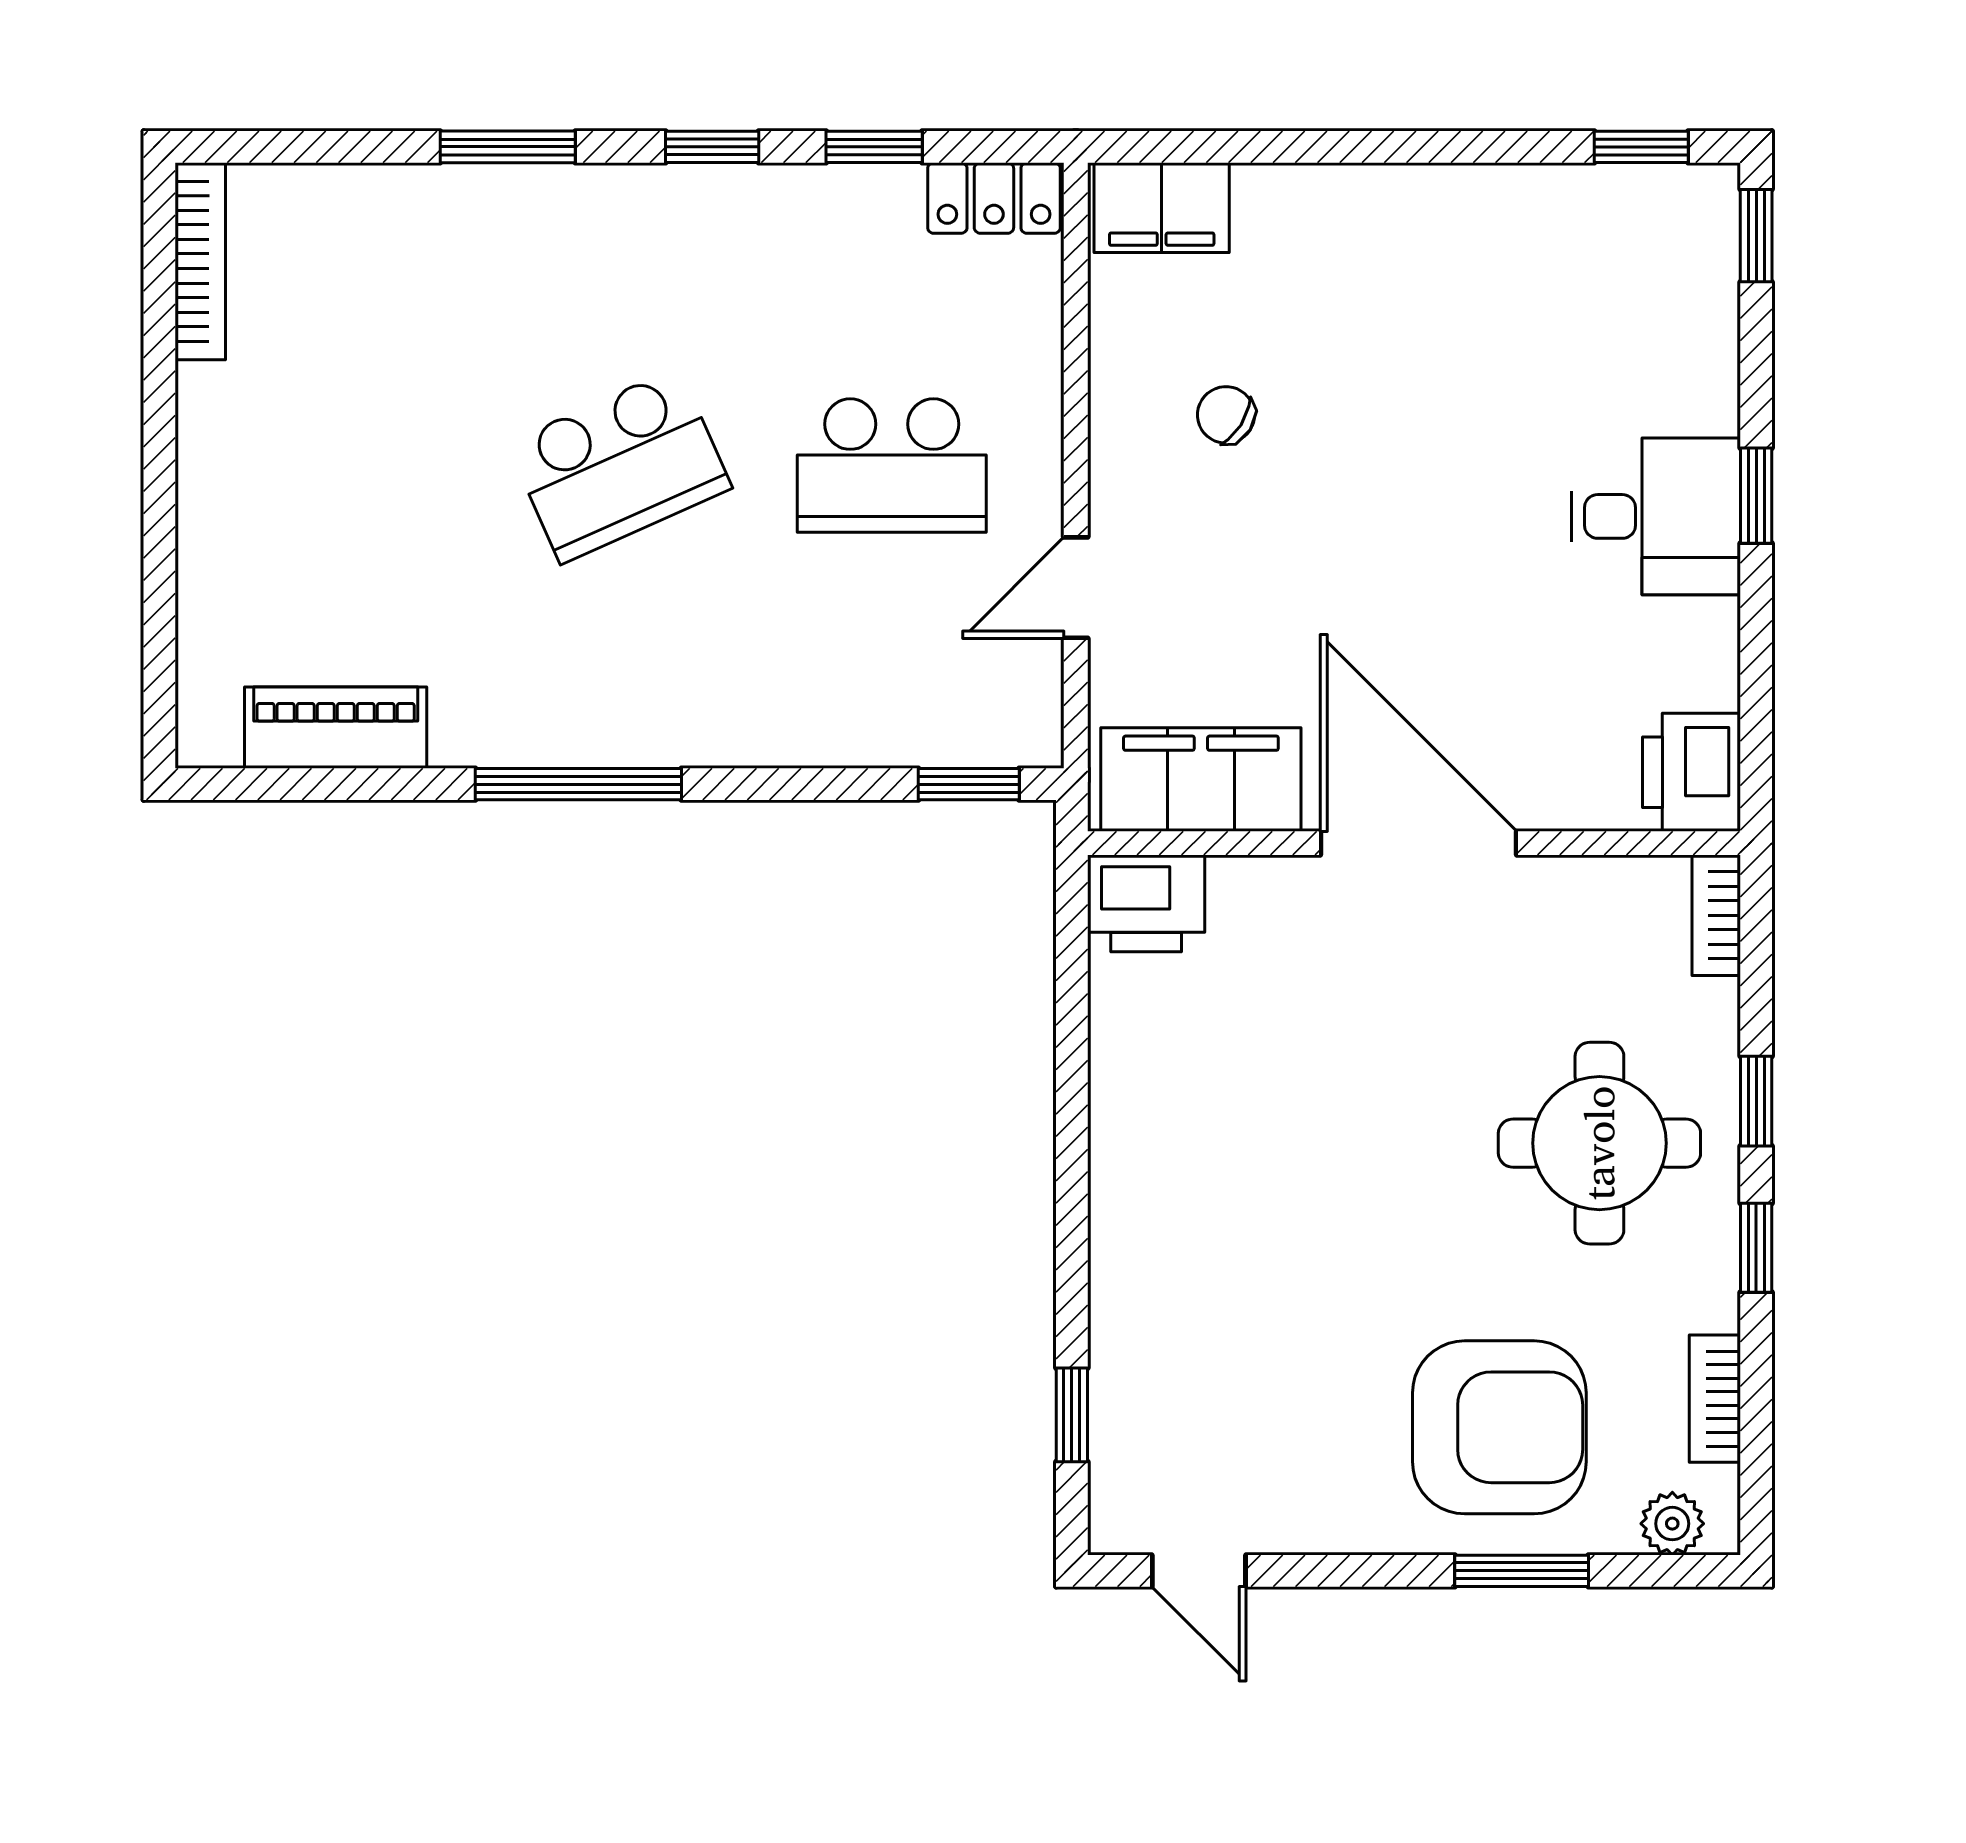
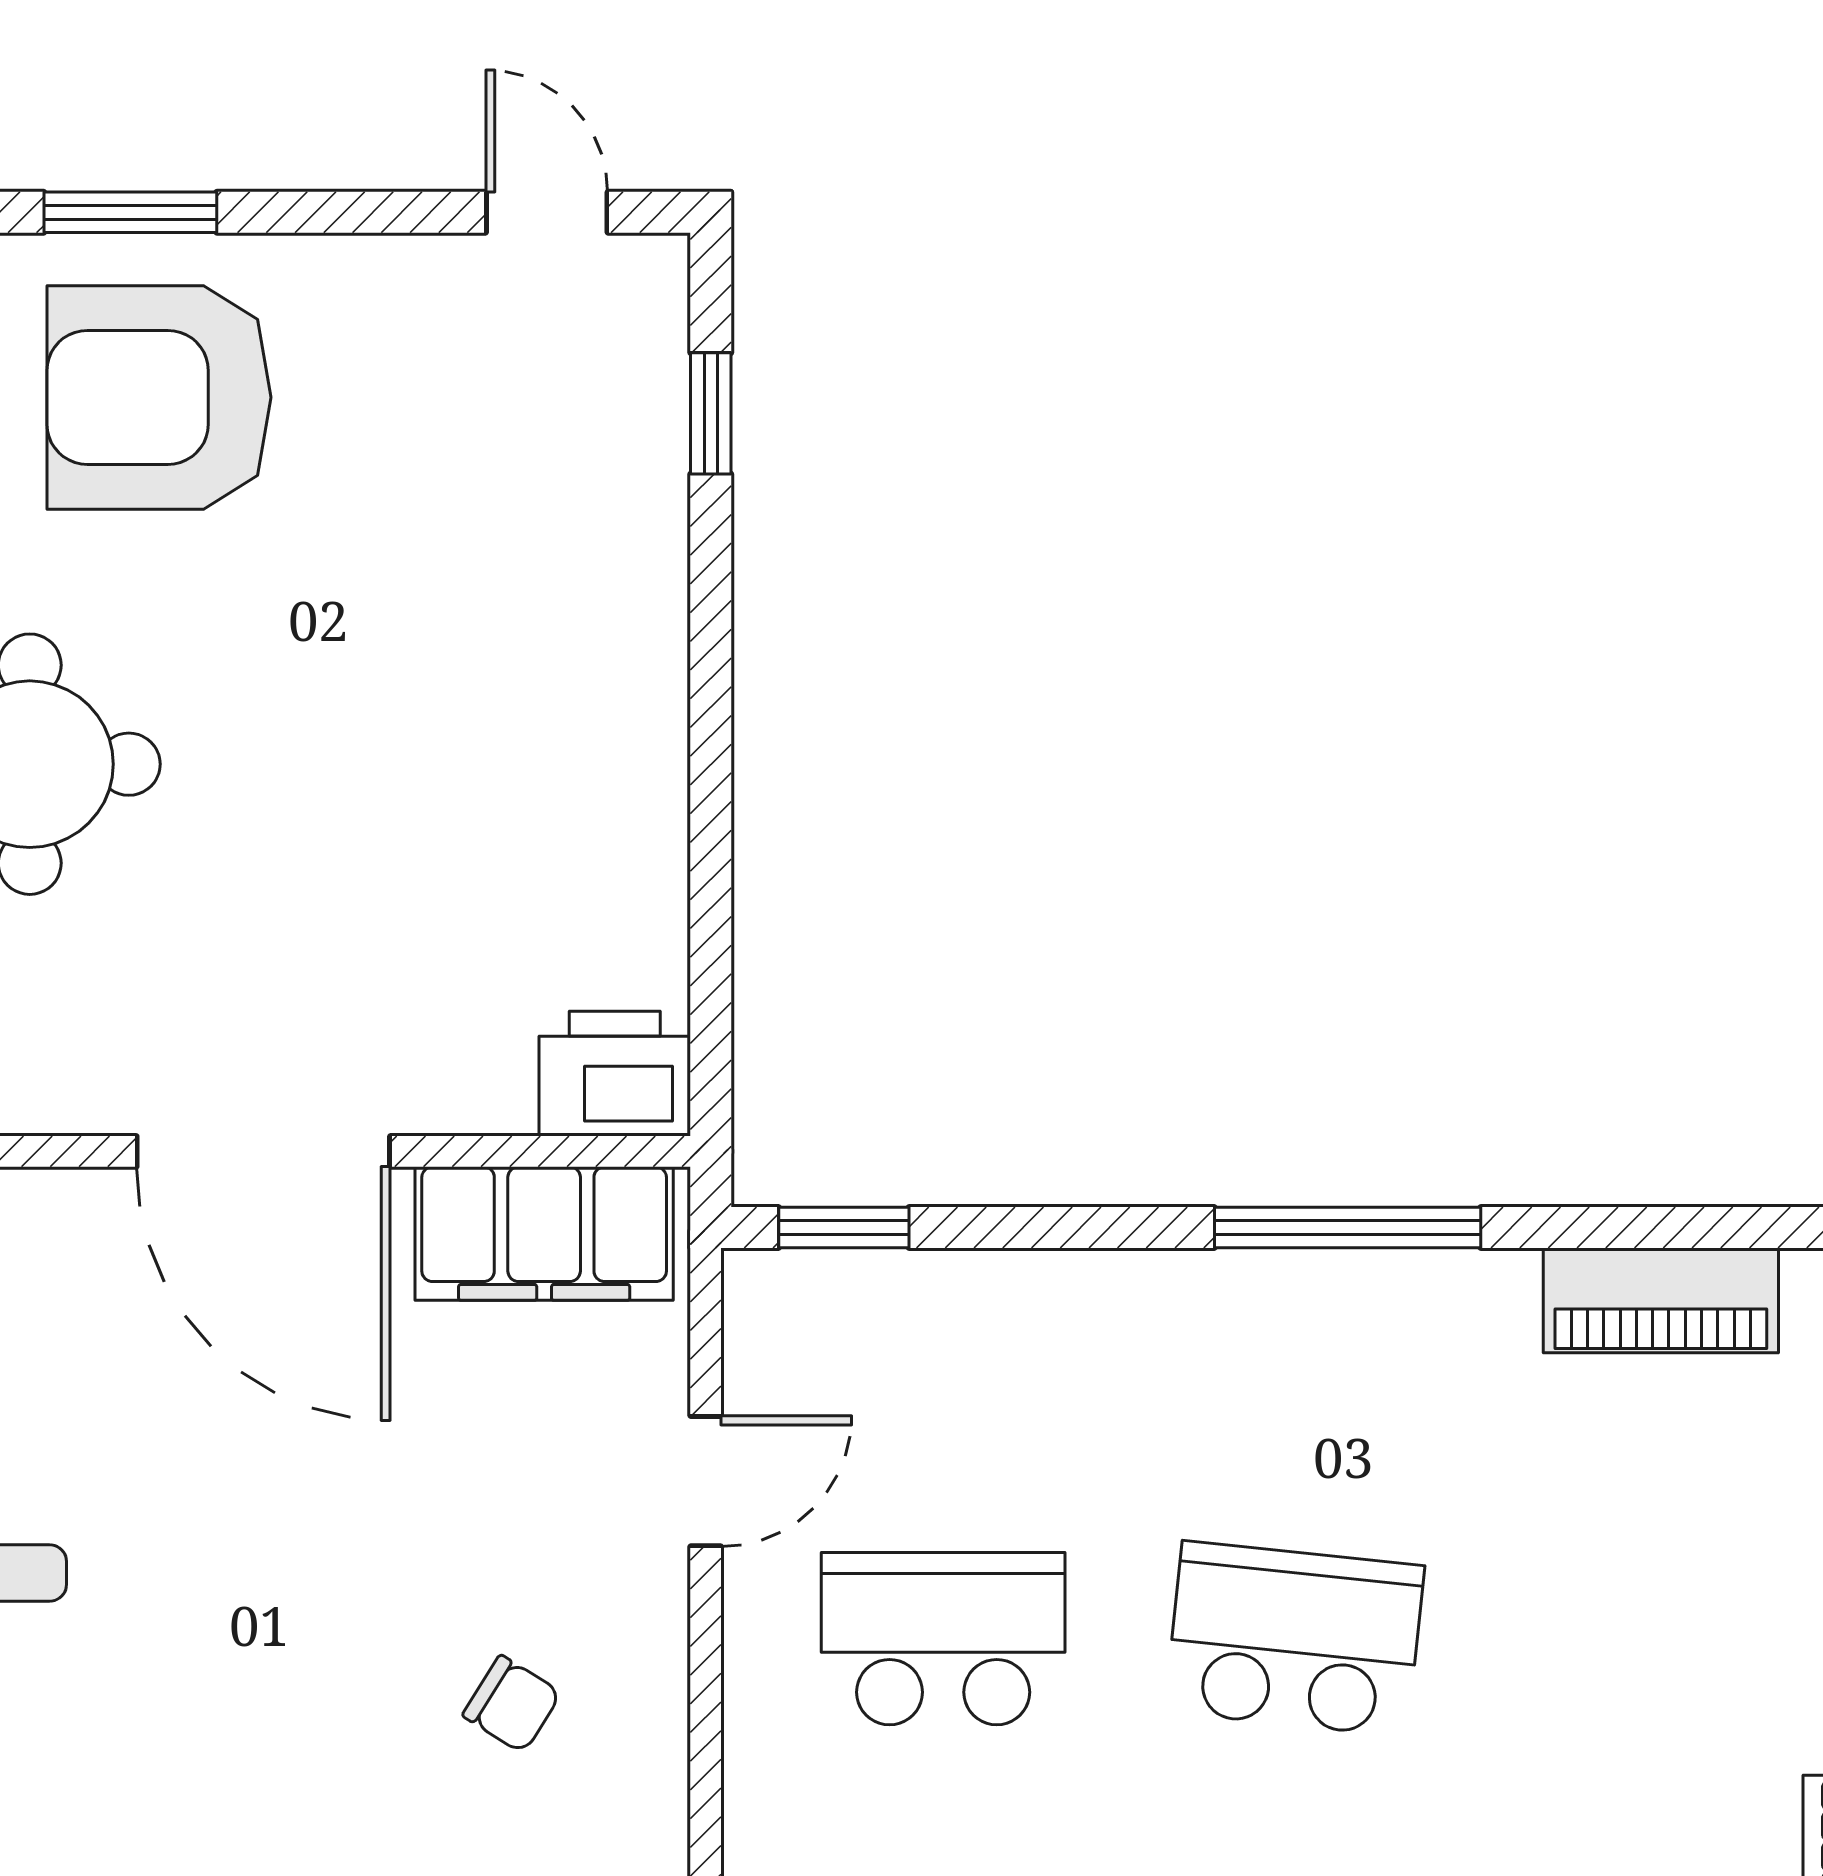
school desk: (619, 466) -> (1295, 1639), turned 30

